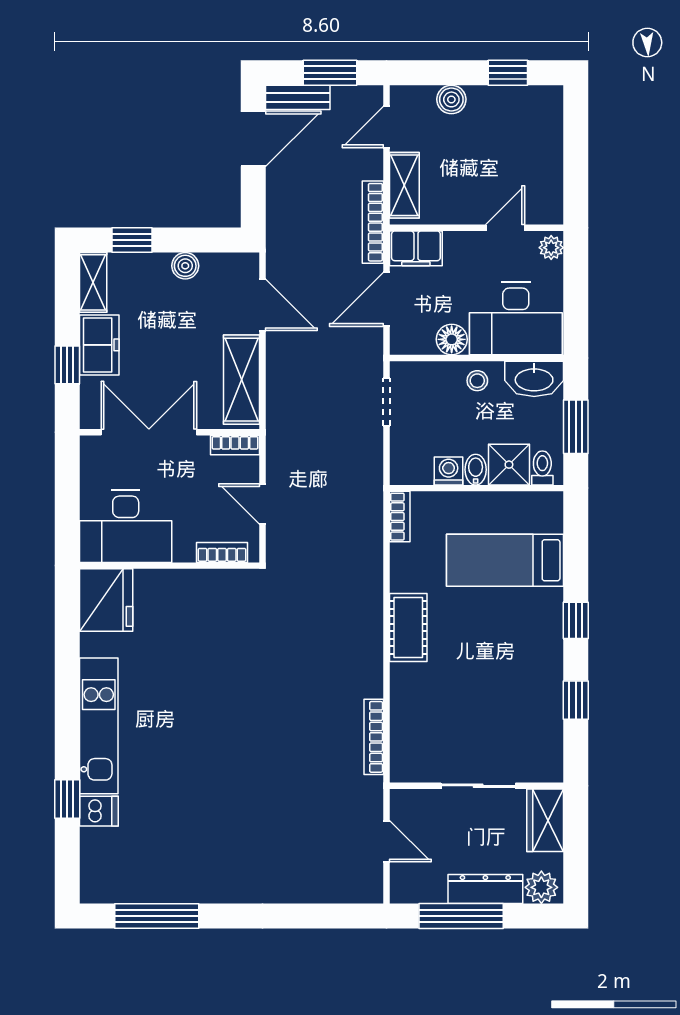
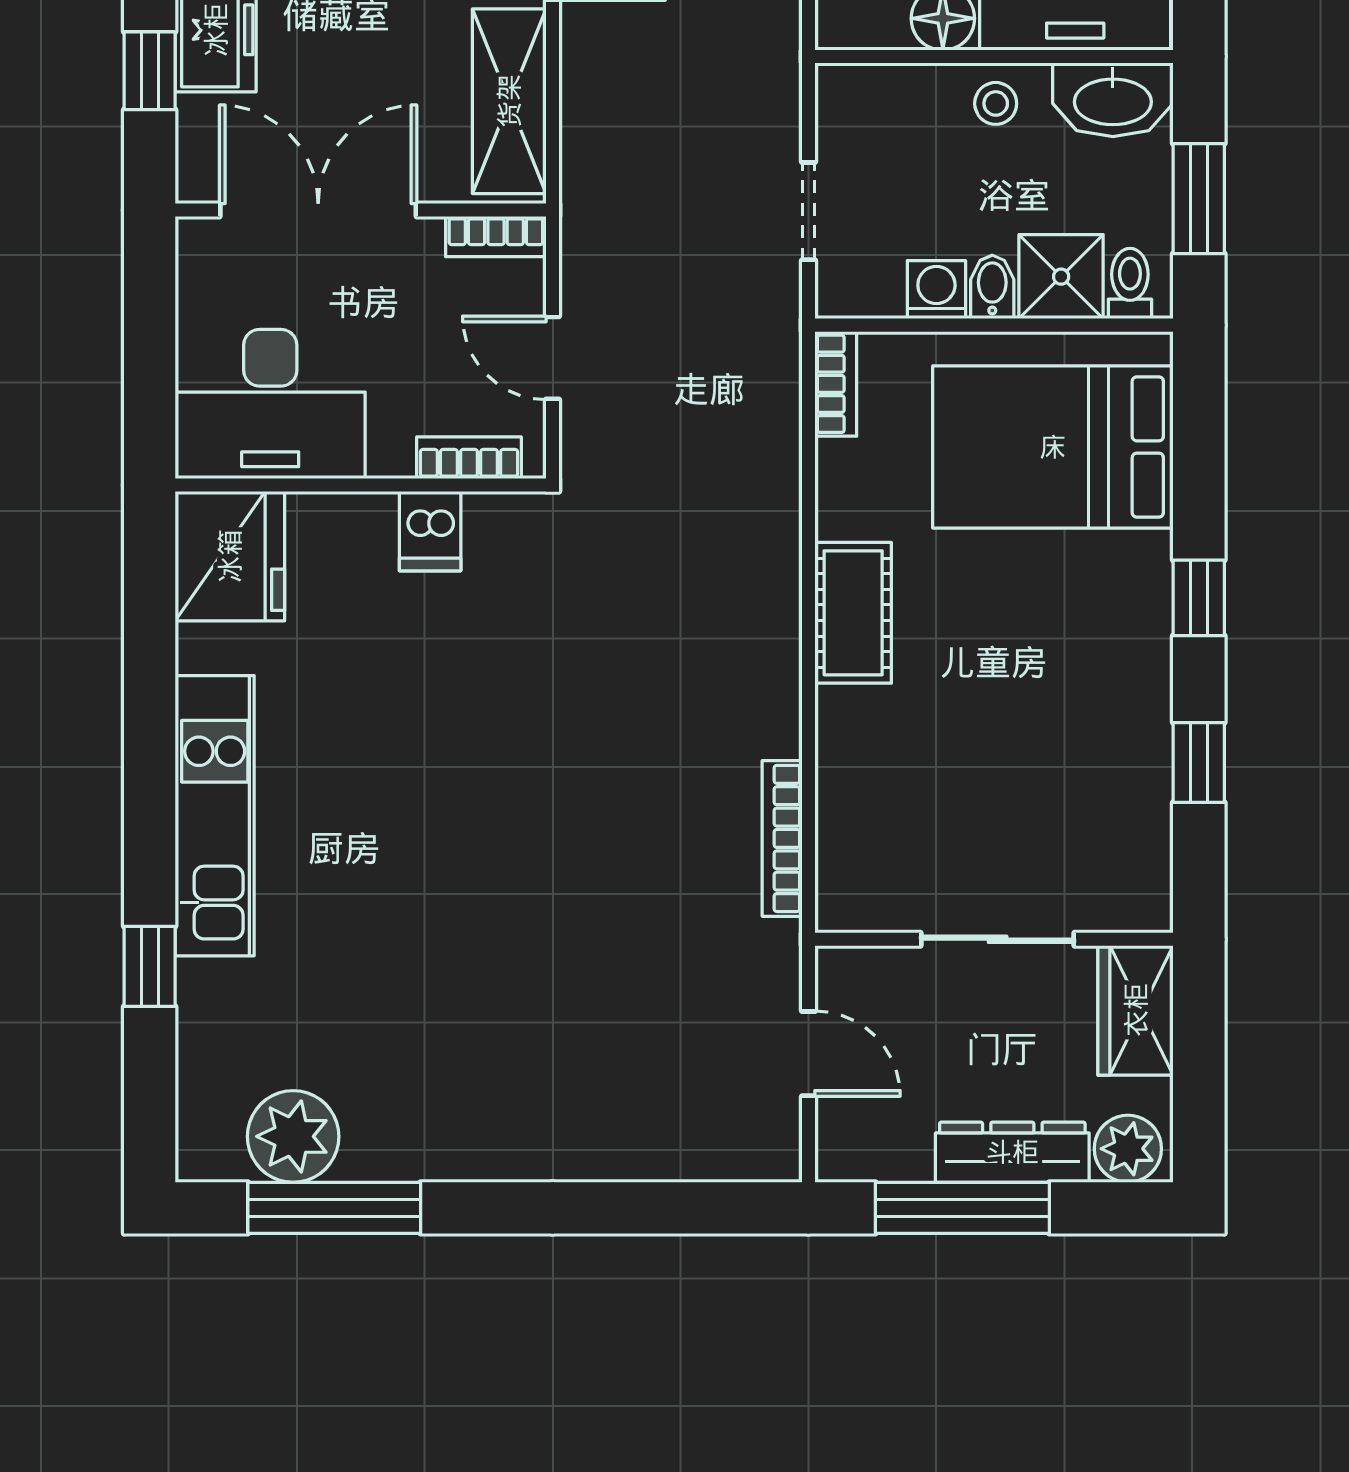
doorway: (387, 402) -> (808, 211), moved
bed: (505, 560) -> (1053, 447), width x1.50
dishwasher: (99, 811) -> (430, 531), moved, turned 90
plant: (137, 881) -> (293, 1136), added

